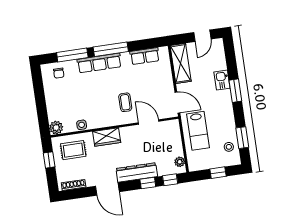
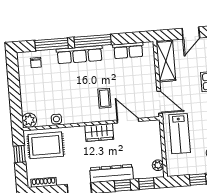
wardrobe: (107, 137) -> (99, 132), moved
rug: (73, 150) -> (46, 145), width x1.36, depth x1.43

